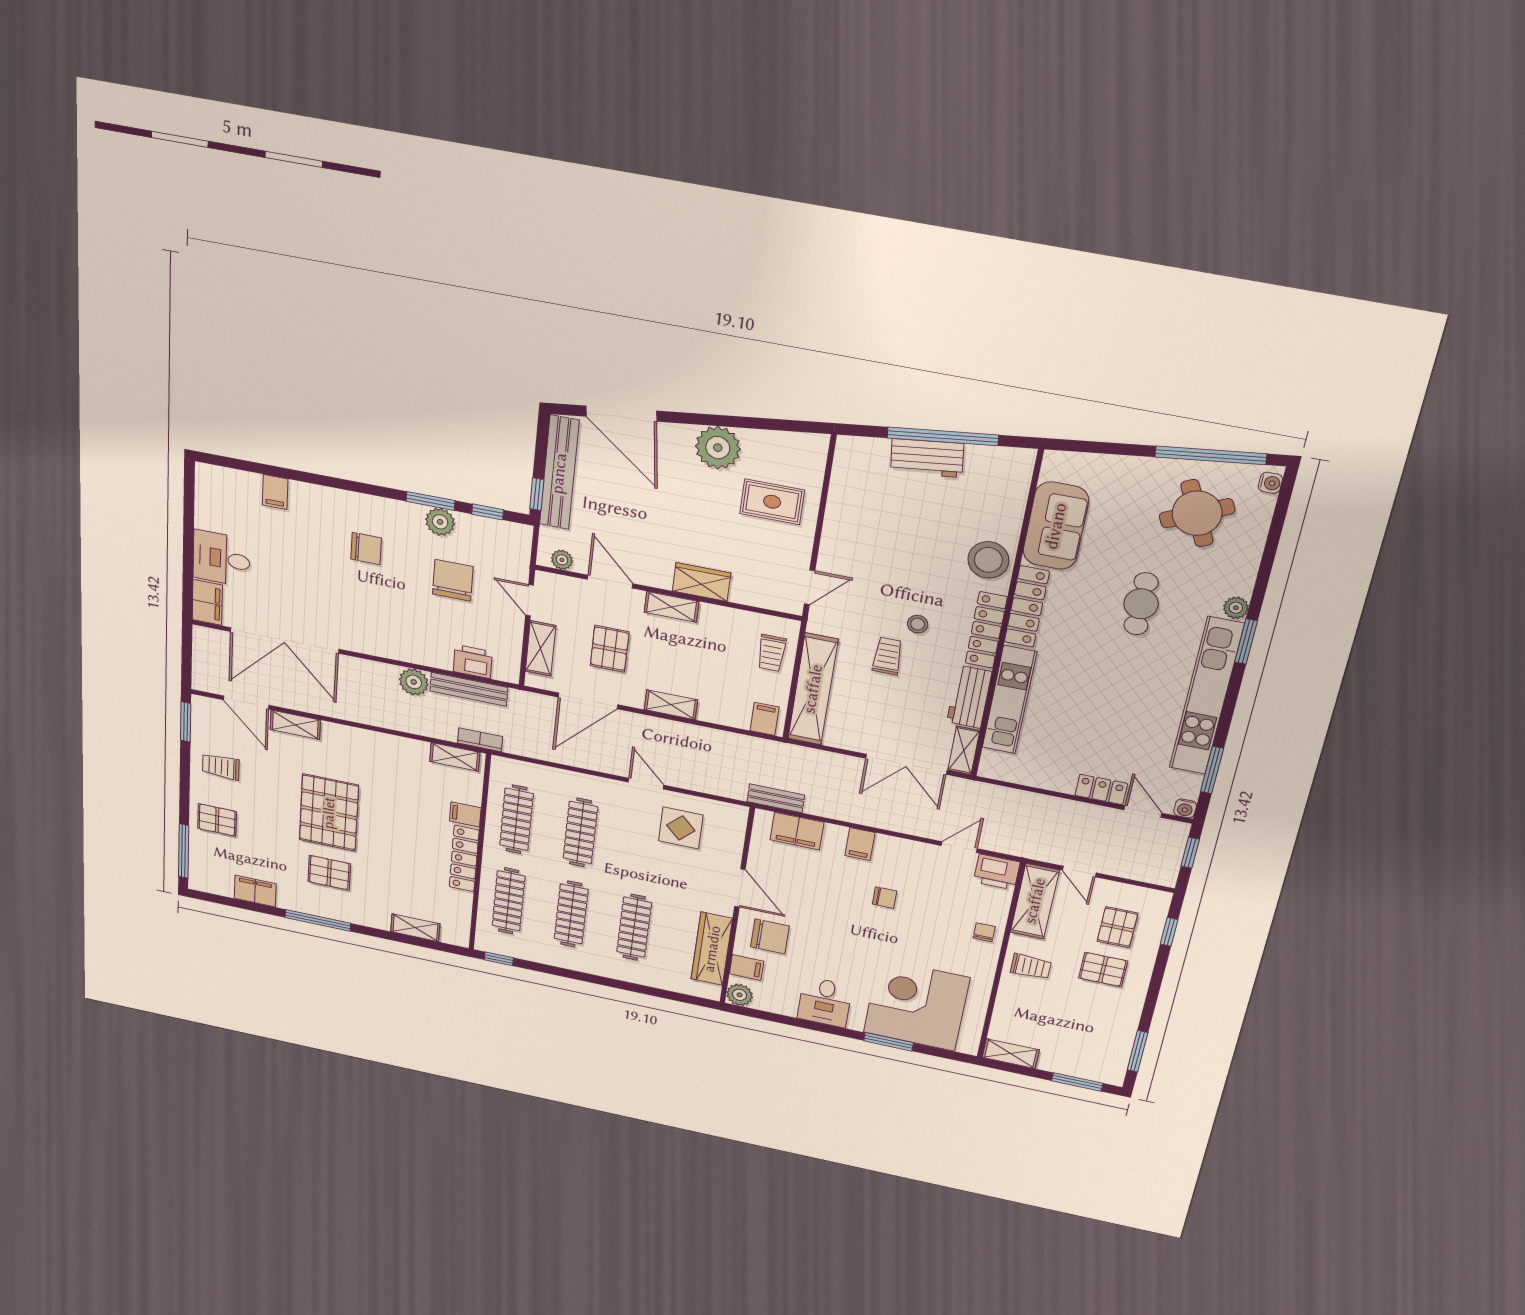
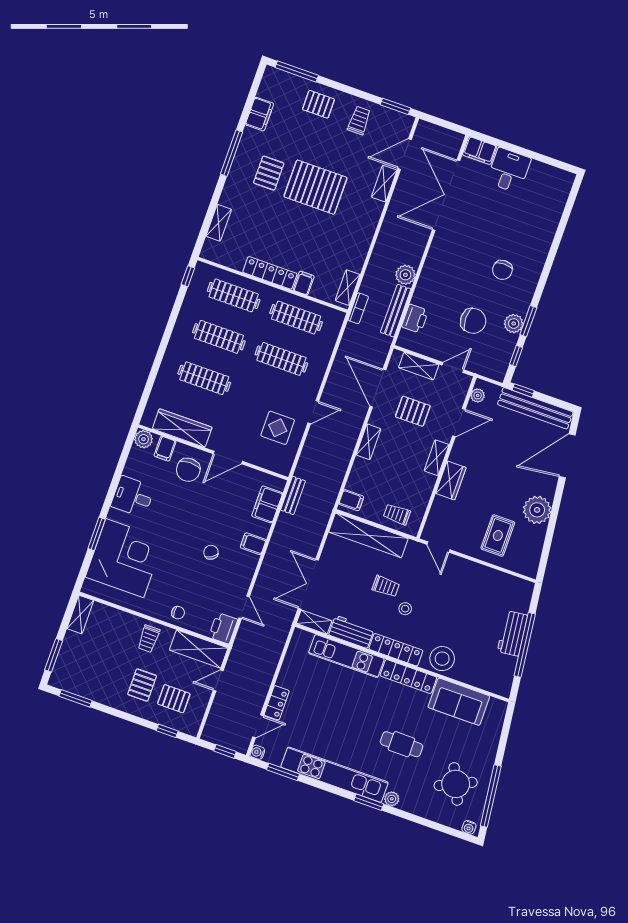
filing cabinet: (275, 492) -> (549, 221), removed
pallet: (217, 820) -> (319, 104), turned 90
chair: (885, 898) -> (211, 552), turned 148

